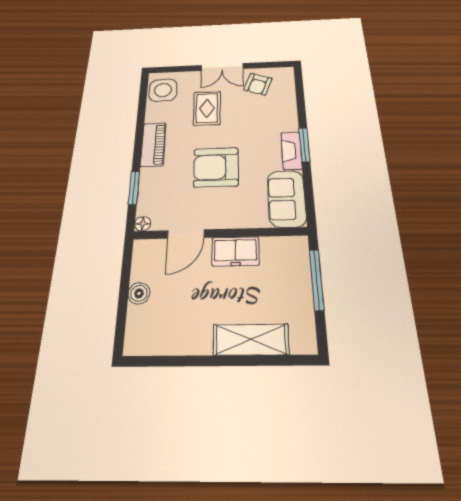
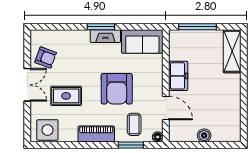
coffee table: (164, 191) -> (134, 124), added
shelving: (251, 339) -> (232, 51), moved

